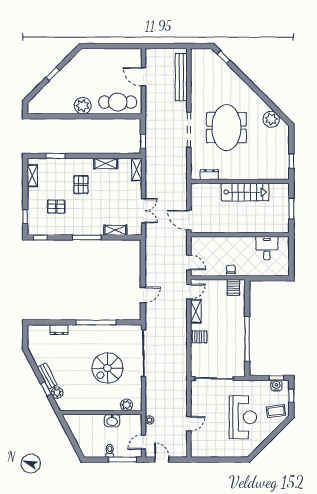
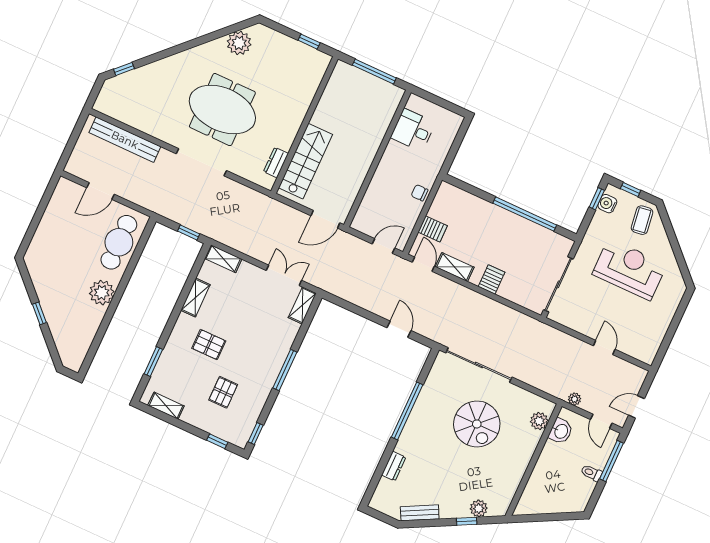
stairs: (245, 192) -> (306, 161), moved
window: (291, 209) -> (374, 72), width x1.44
shelving: (115, 230) -> (302, 305), moved
server rack: (233, 287) -> (433, 229), moved
bench: (47, 376) -> (420, 513), moved
washbasin: (112, 421) -> (561, 431), moved

